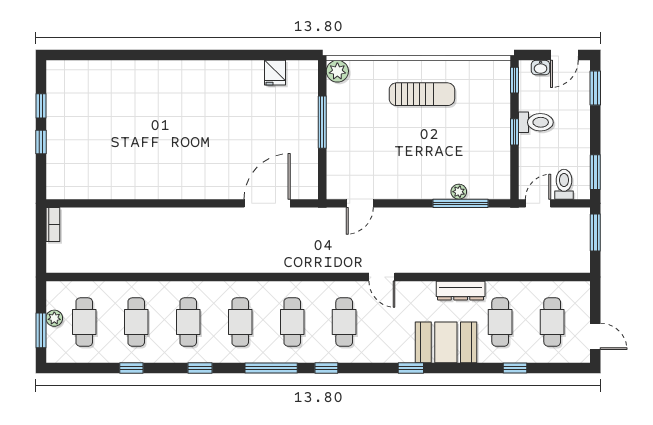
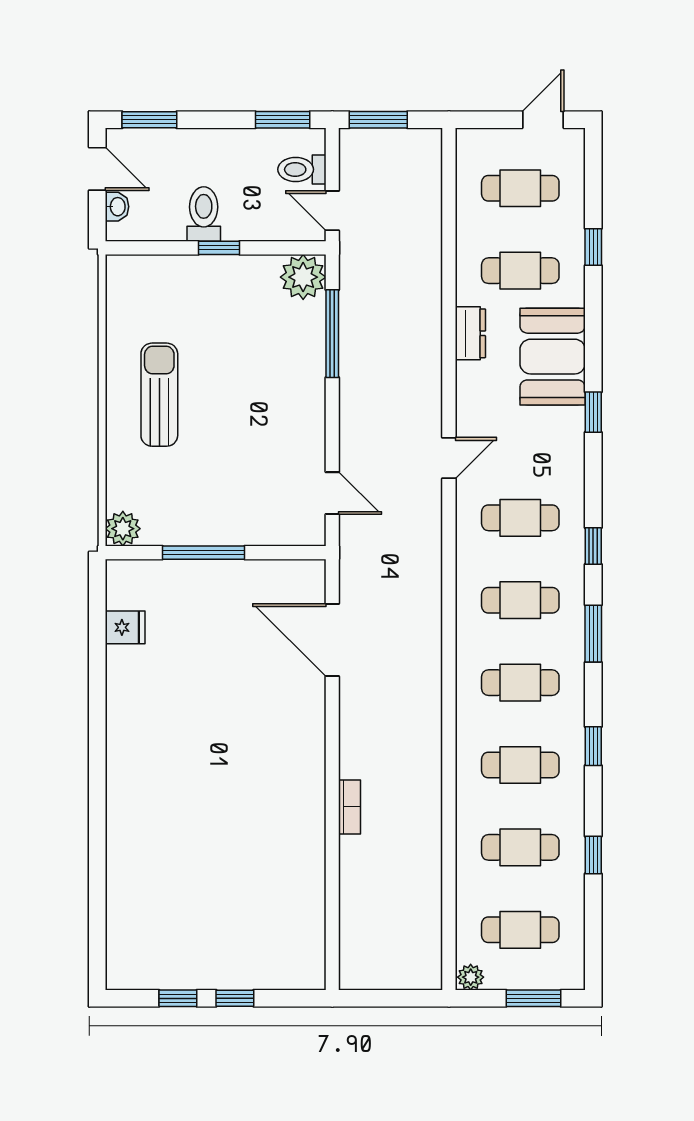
window: (515, 80) -> (137, 248), removed
plant: (459, 192) -> (303, 277), moved, width x1.87, depth x1.87
bookcase: (53, 225) -> (350, 807), moved, turned 90
dresser: (461, 291) -> (470, 333), width x0.70
plant: (54, 318) -> (471, 977), moved
window: (271, 368) -> (593, 634), width x0.69

